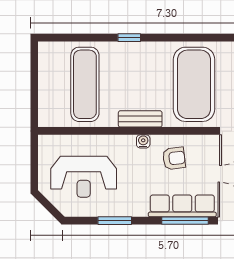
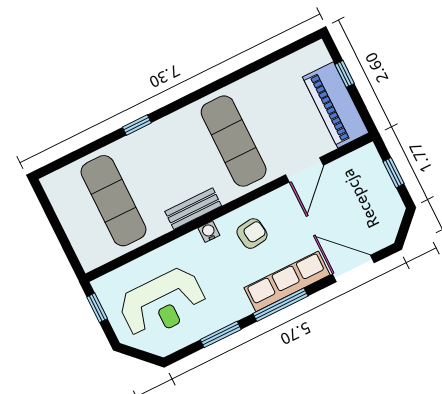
exercise mat: (194, 84) -> (234, 141), width x0.68
window: (34, 156) -> (97, 308), added
window: (185, 221) -> (280, 305), moved

